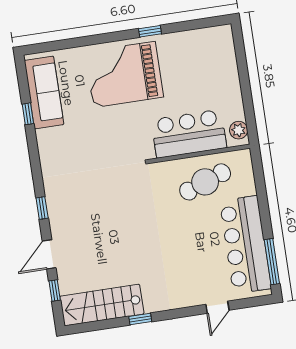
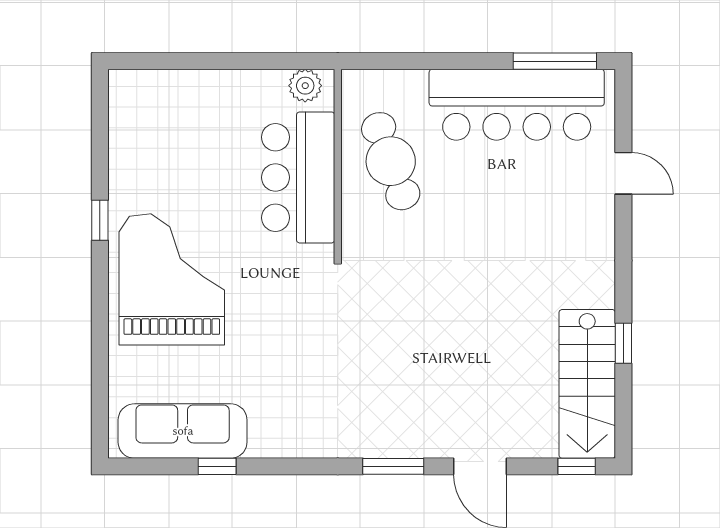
grand piano: (124, 74) -> (172, 279), turned 180
window: (42, 208) -> (393, 466), width x1.50
window: (55, 290) -> (577, 466), moved
window: (140, 319) -> (623, 343), moved

